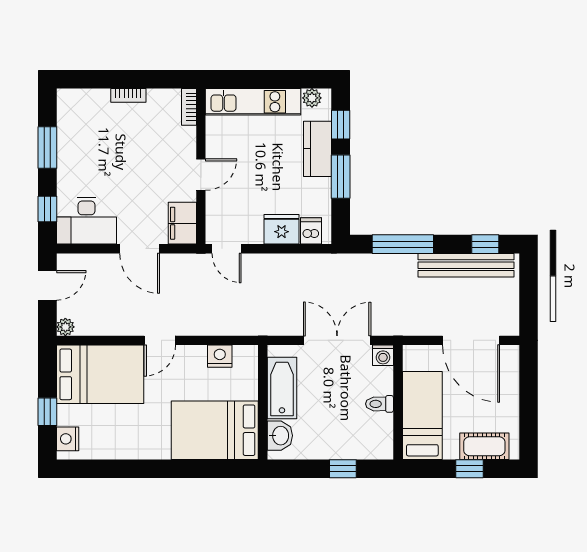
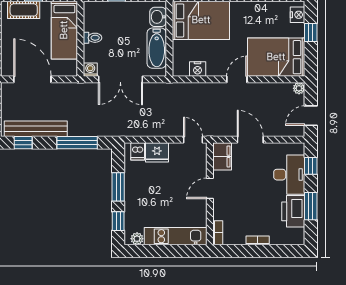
printer: (74, 140) -> (293, 211), added
kitchen counter: (318, 149) -> (133, 205), removed
desk: (86, 221) -> (289, 175), moved, turned 90

